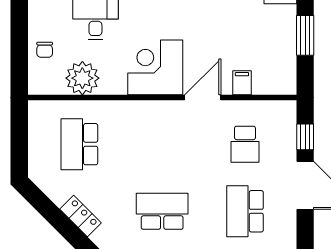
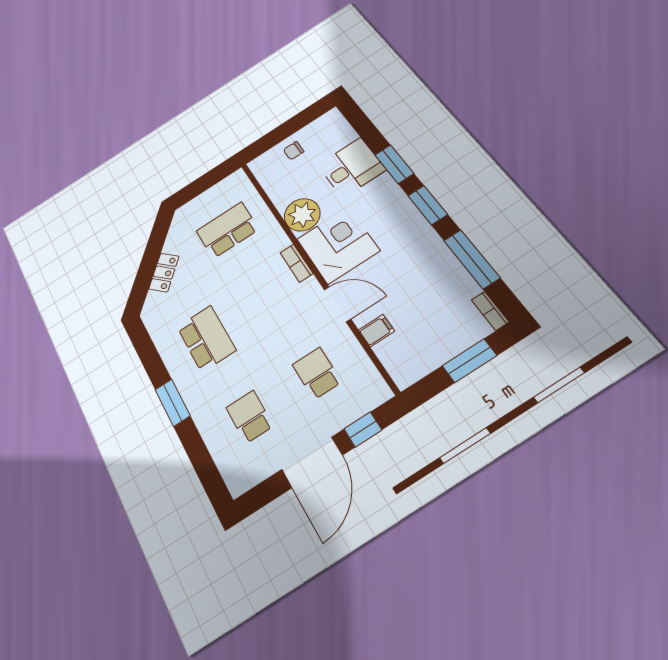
plant: (82, 78) -> (302, 215), moved
bookcase: (148, 107) -> (297, 263), added
school desk: (245, 144) -> (317, 373), turned 90
school desk: (245, 211) -> (250, 417), width x0.54

